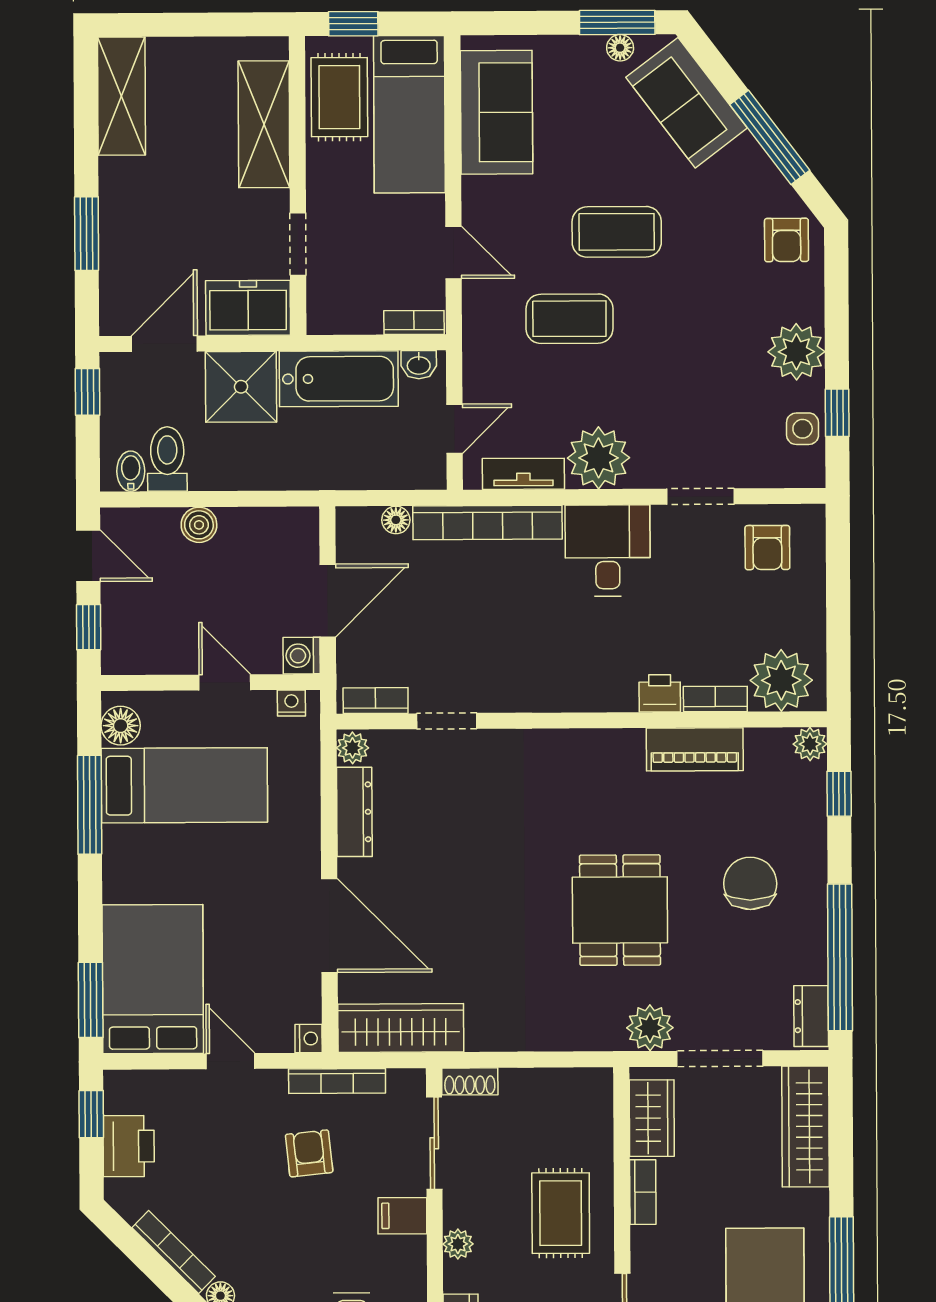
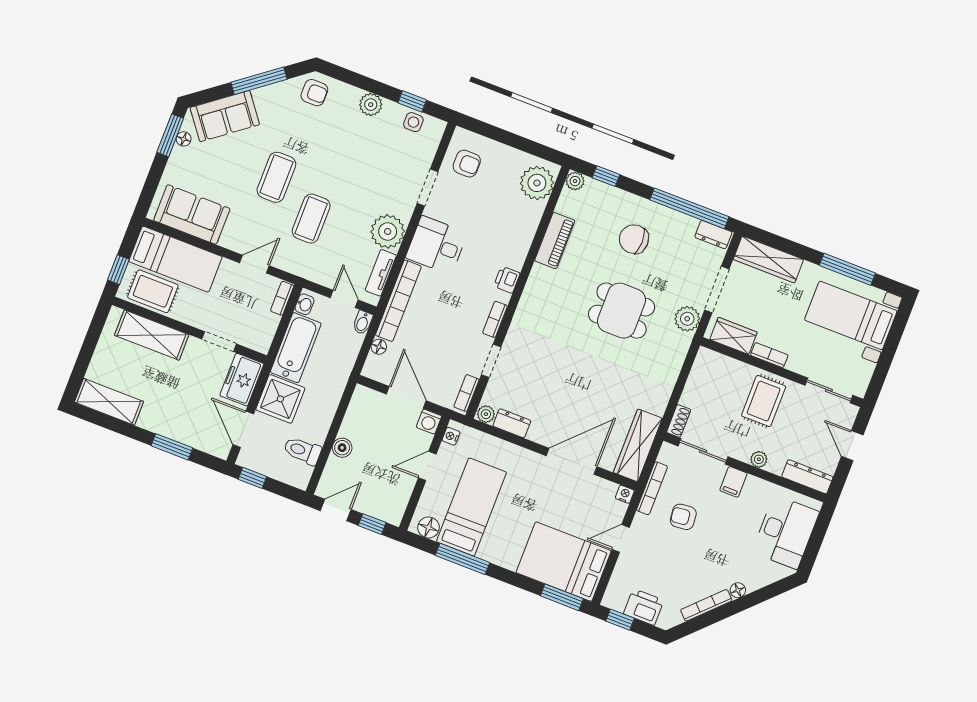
plant: (796, 352) -> (371, 105), width x0.73, depth x0.73
bidet: (131, 471) -> (363, 323), moved, turned -90
printer: (660, 693) -> (507, 280), moved
bookcase: (715, 699) -> (495, 319), moved
dresser: (354, 812) -> (512, 423), width x0.70
rug: (561, 1213) -> (764, 401), turned 90

